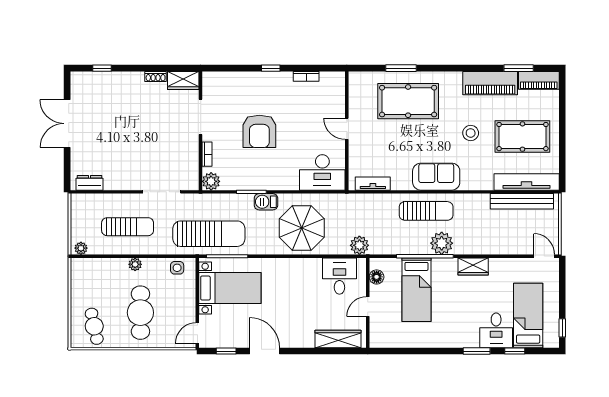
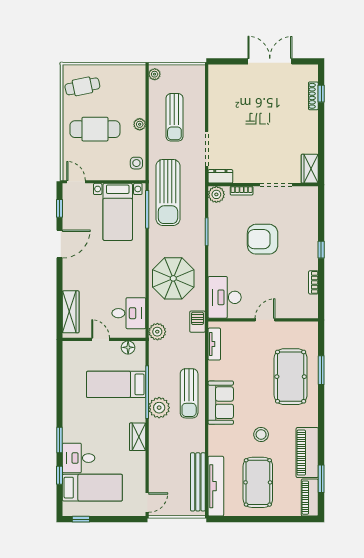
shoe rack: (156, 76) -> (313, 96), moved, width x1.43
dresser: (90, 183) -> (220, 176), moved, turned -90
barbecue: (266, 202) -> (197, 322), moved

